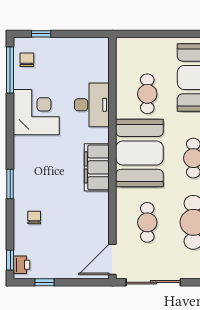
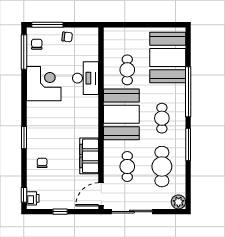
window: (41, 34) -> (47, 25), width x2.17
chair: (67, 50) -> (67, 37), added
filing cabinet: (97, 167) -> (89, 156), moved
window: (44, 282) -> (60, 212), moved

